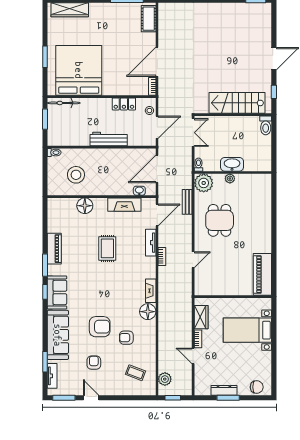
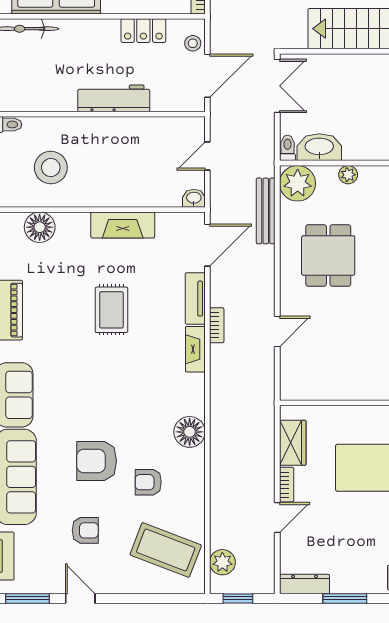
washbasin: (232, 164) -> (319, 147), moved
door: (157, 169) -> (207, 156), width x0.53
washbasin: (139, 191) -> (194, 198), moved
bench: (187, 202) -> (266, 211), width x1.36
fireplace: (124, 205) -> (123, 225), moved
floor lamp: (85, 206) -> (40, 227), moved
fireplace: (151, 291) -> (195, 349), moved
armchair: (100, 327) -> (97, 461), turned 180
door: (193, 356) -> (277, 518), swing flipped
armchair: (94, 363) -> (85, 530), turned 90
coffee table: (135, 373) -> (166, 550), width x1.86, depth x1.72
dresser: (224, 390) -> (305, 584), moved

